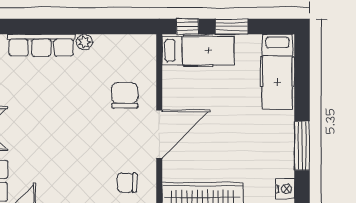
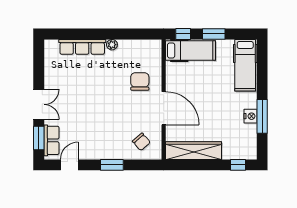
door: (159, 134) -> (164, 108), hinge flipped
chair: (127, 183) -> (141, 142), turned -131
nightstand: (285, 189) -> (250, 116), moved

